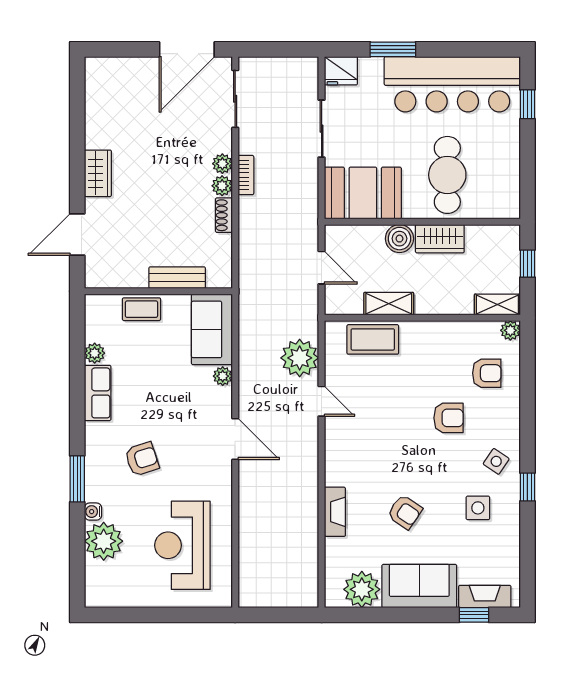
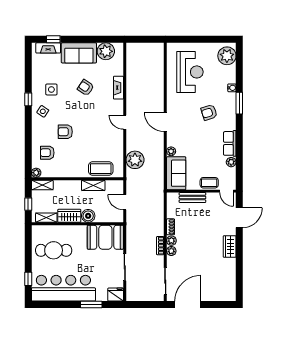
cafe table: (447, 175) -> (54, 250), moved, turned 90
shelving: (489, 235) -> (46, 218), added
door: (104, 291) -> (227, 191), added
door: (322, 401) -> (125, 122), moved
plant: (104, 541) -> (227, 56), moved

